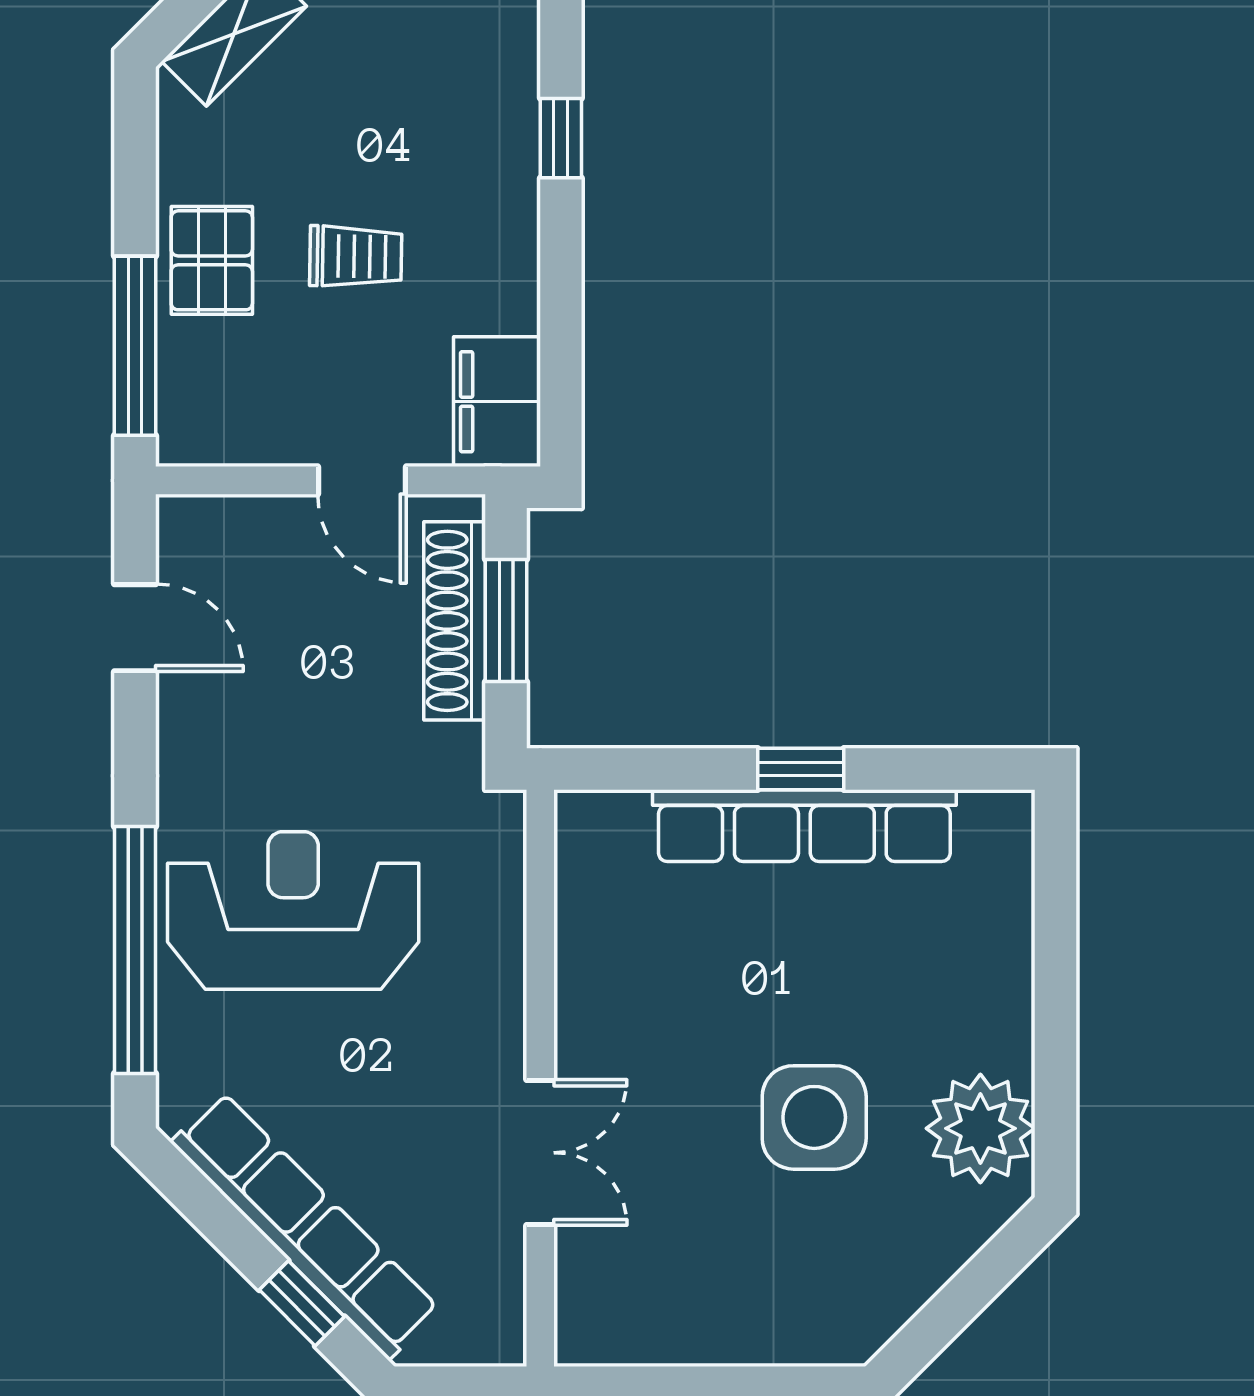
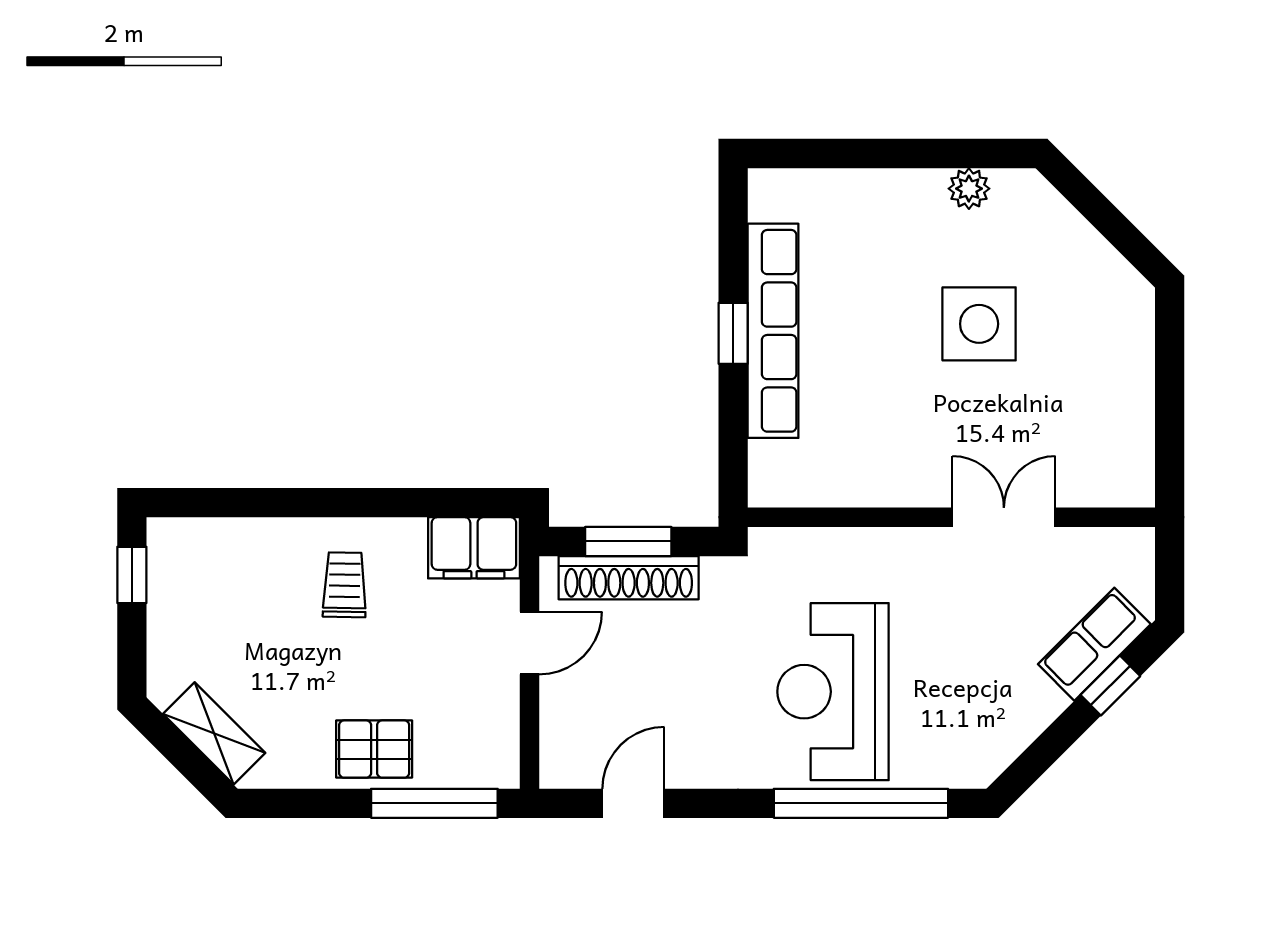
window: (561, 138) -> (288, 503), removed
trolley: (356, 256) -> (345, 585), moved
plant: (980, 1128) -> (969, 189), width x0.53, depth x0.53
row of seats: (305, 1226) -> (1094, 644), width x0.50

